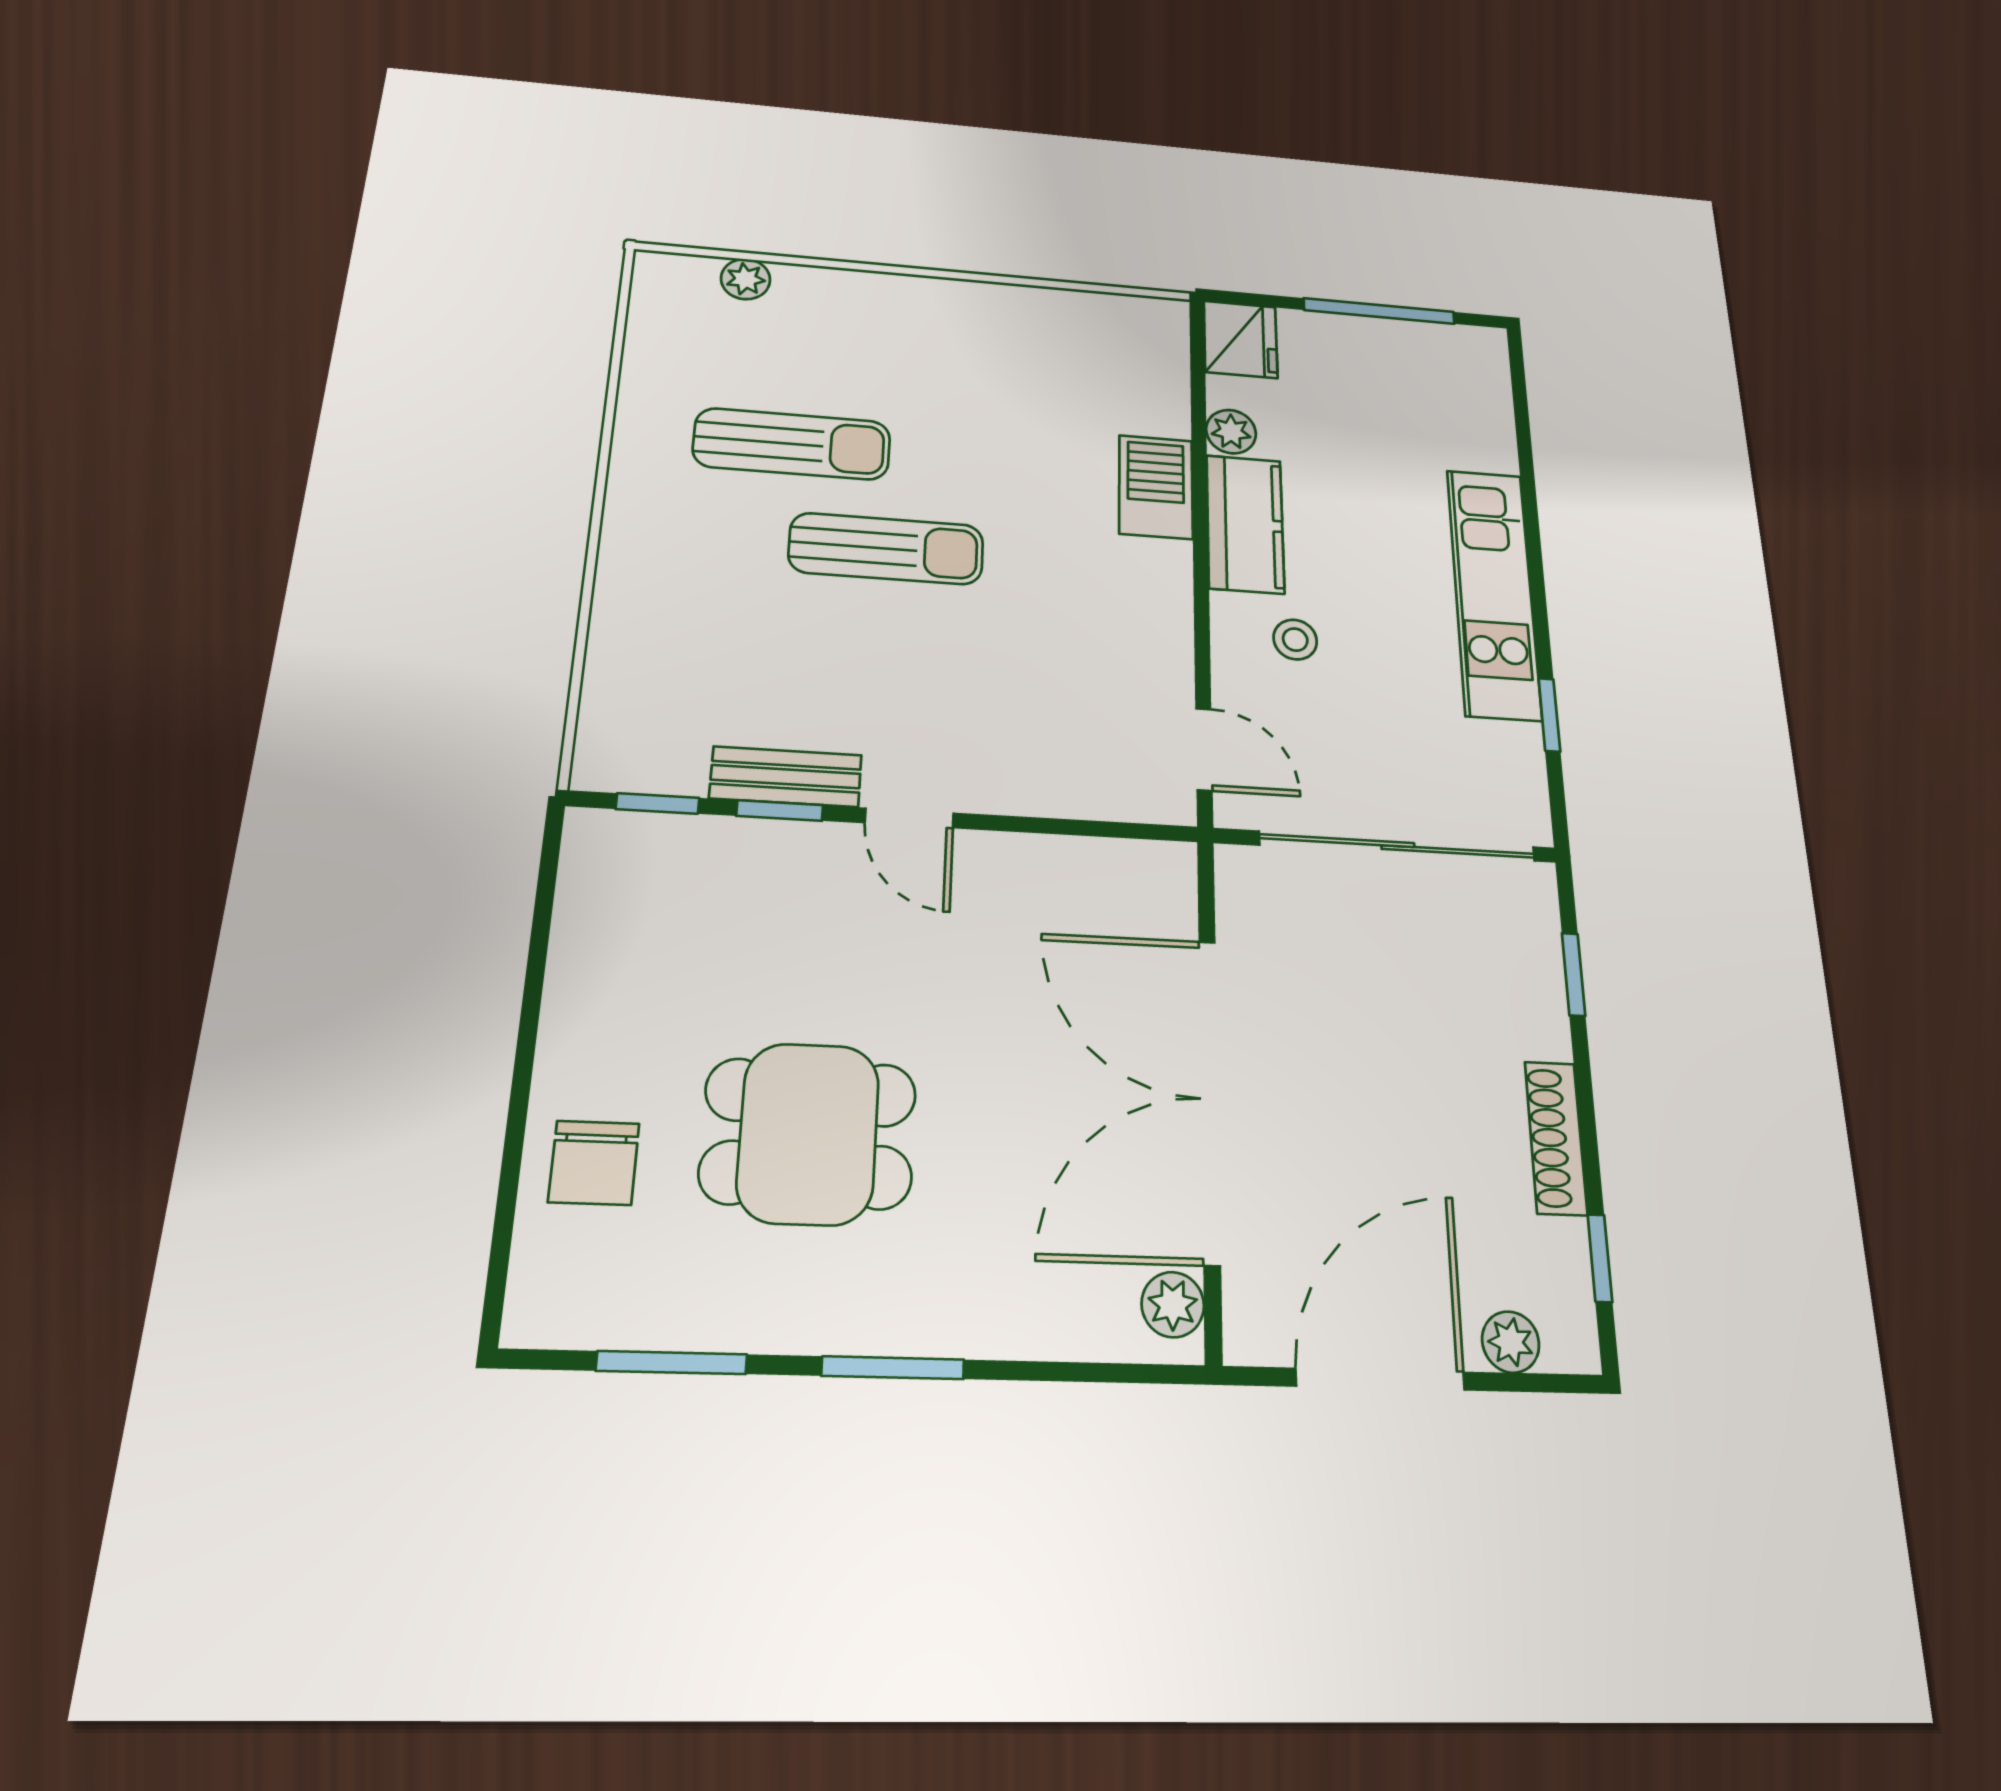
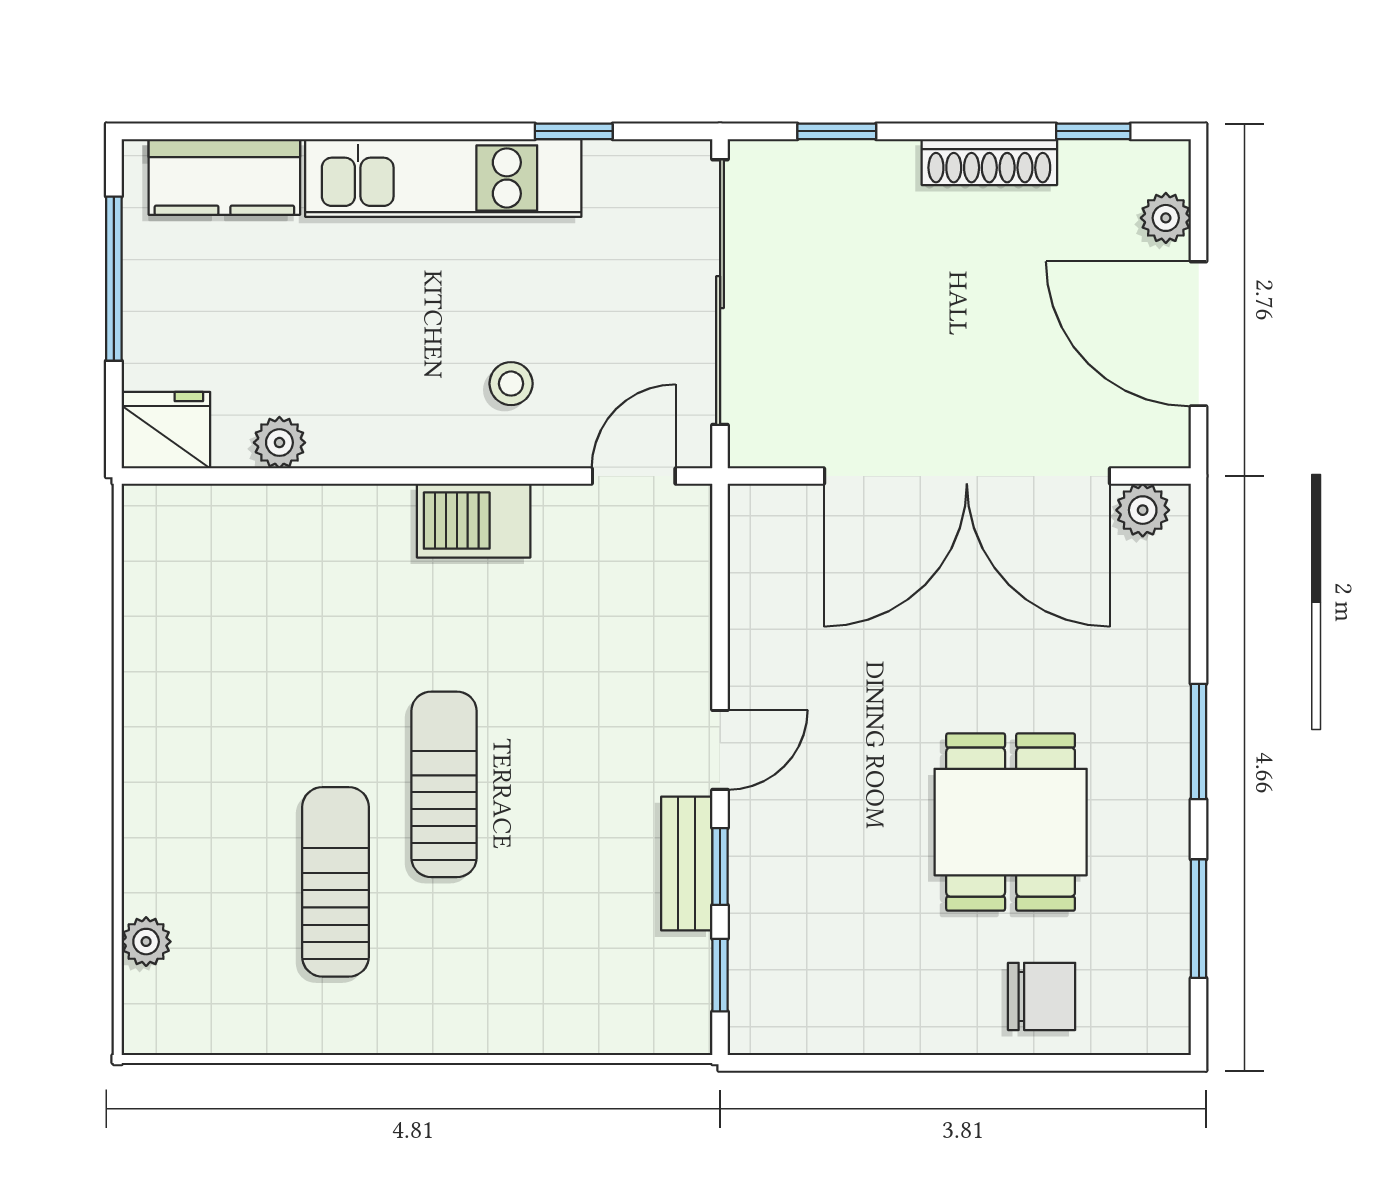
barbecue: (1156, 487) -> (474, 521), moved
kitchen counter: (1245, 524) -> (224, 177), moved, turned 180

